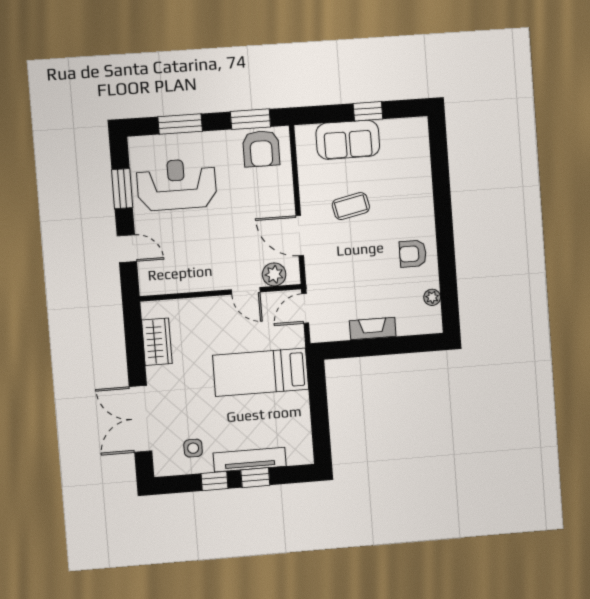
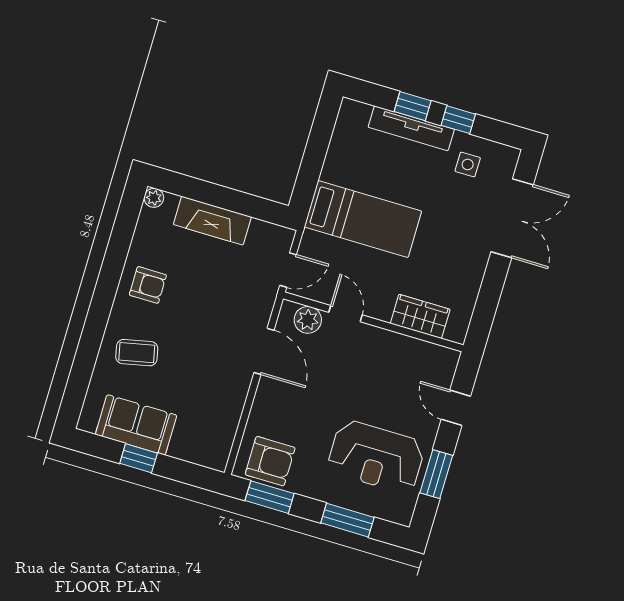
sofa: (348, 140) -> (136, 425), moved
armchair: (261, 149) -> (270, 461), turned 90
coffee table: (351, 206) -> (137, 353), moved
plant: (432, 297) -> (154, 198), moved
fireplace: (373, 329) -> (212, 221), width x1.37, depth x1.32
wardrobe: (157, 342) -> (420, 316), moved, turned 90

